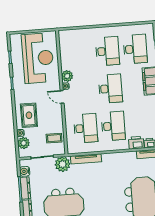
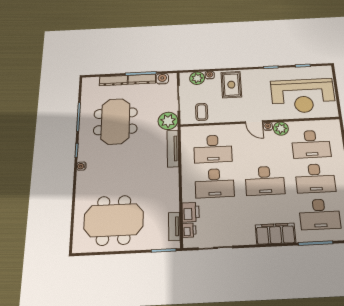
desk: (80, 53) -> (311, 144), added
door: (62, 97) -> (254, 122), swing flipped
rug: (29, 115) -> (231, 85), turned 90

